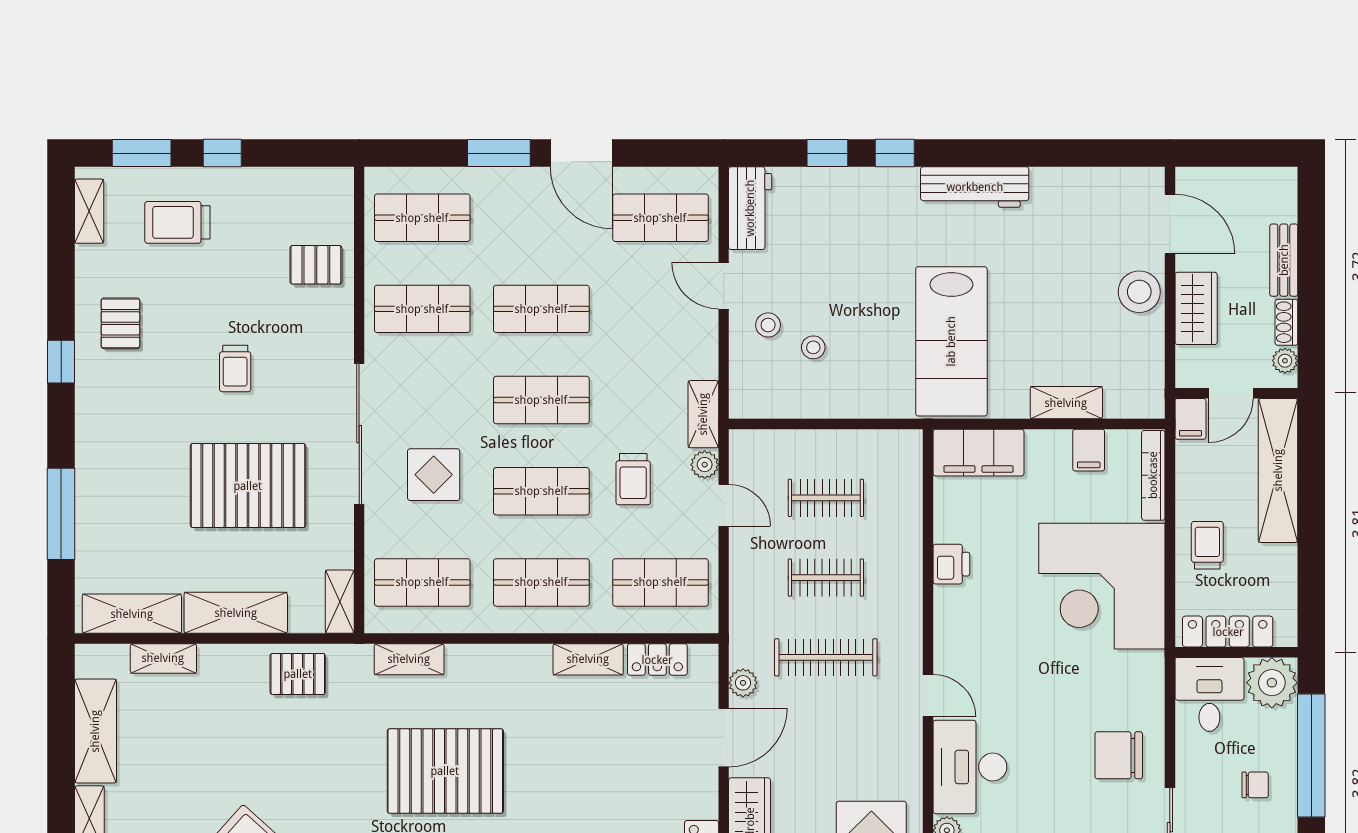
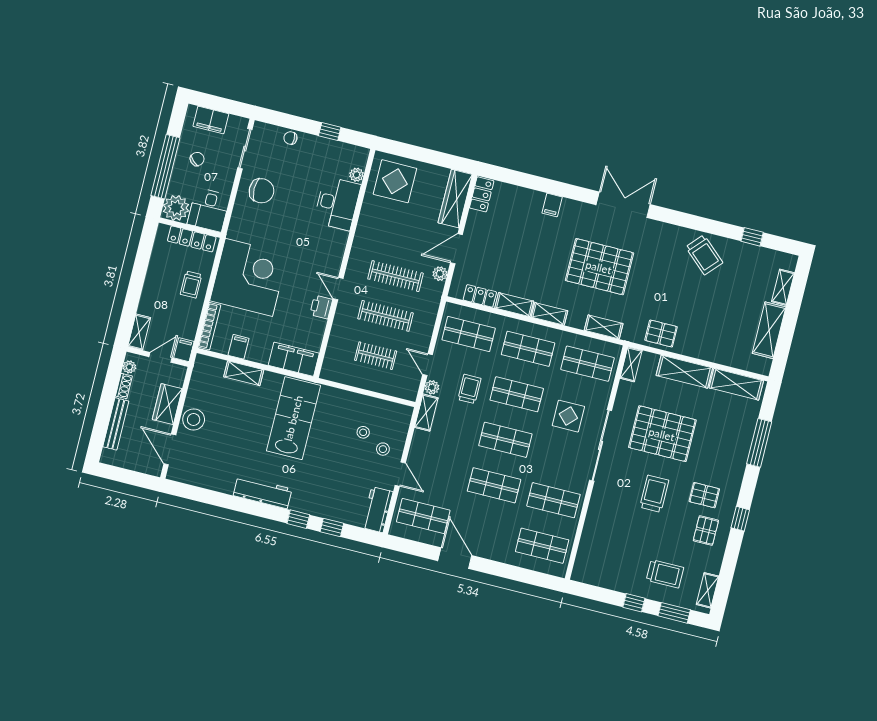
window: (499, 153) -> (496, 568), removed
bench: (1284, 260) -> (116, 424), width x1.36
pallet: (316, 265) -> (704, 495), moved
trolley: (235, 368) -> (654, 494), width x1.36, depth x1.39
shelving: (1278, 470) -> (139, 332), width x0.45, depth x0.75
clothes rail: (826, 578) -> (386, 316), width x1.36
shelving: (163, 658) -> (549, 314), moved
door: (928, 696) -> (338, 289), moved
chair: (1255, 785) -> (197, 159), turned 133

